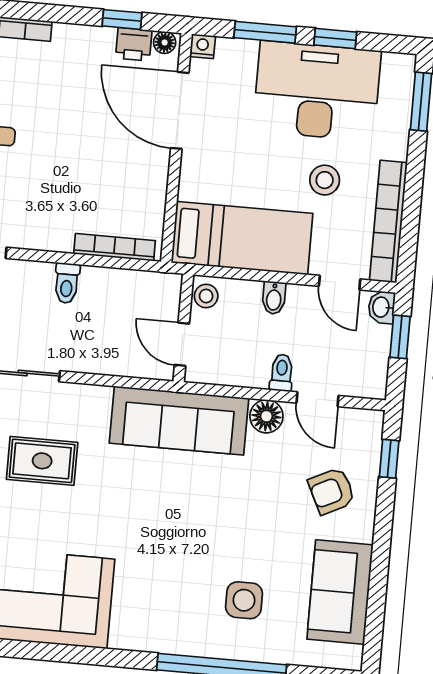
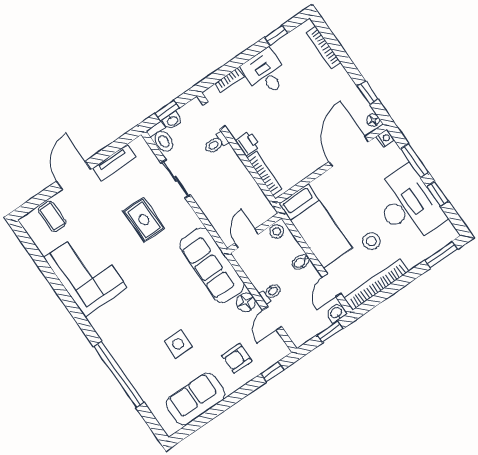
printer: (134, 44) -> (248, 143), moved, turned 180
toilet: (67, 283) -> (216, 143), moved
armchair: (332, 491) -> (237, 358), turned -64
side table: (244, 600) -> (178, 344), moved

